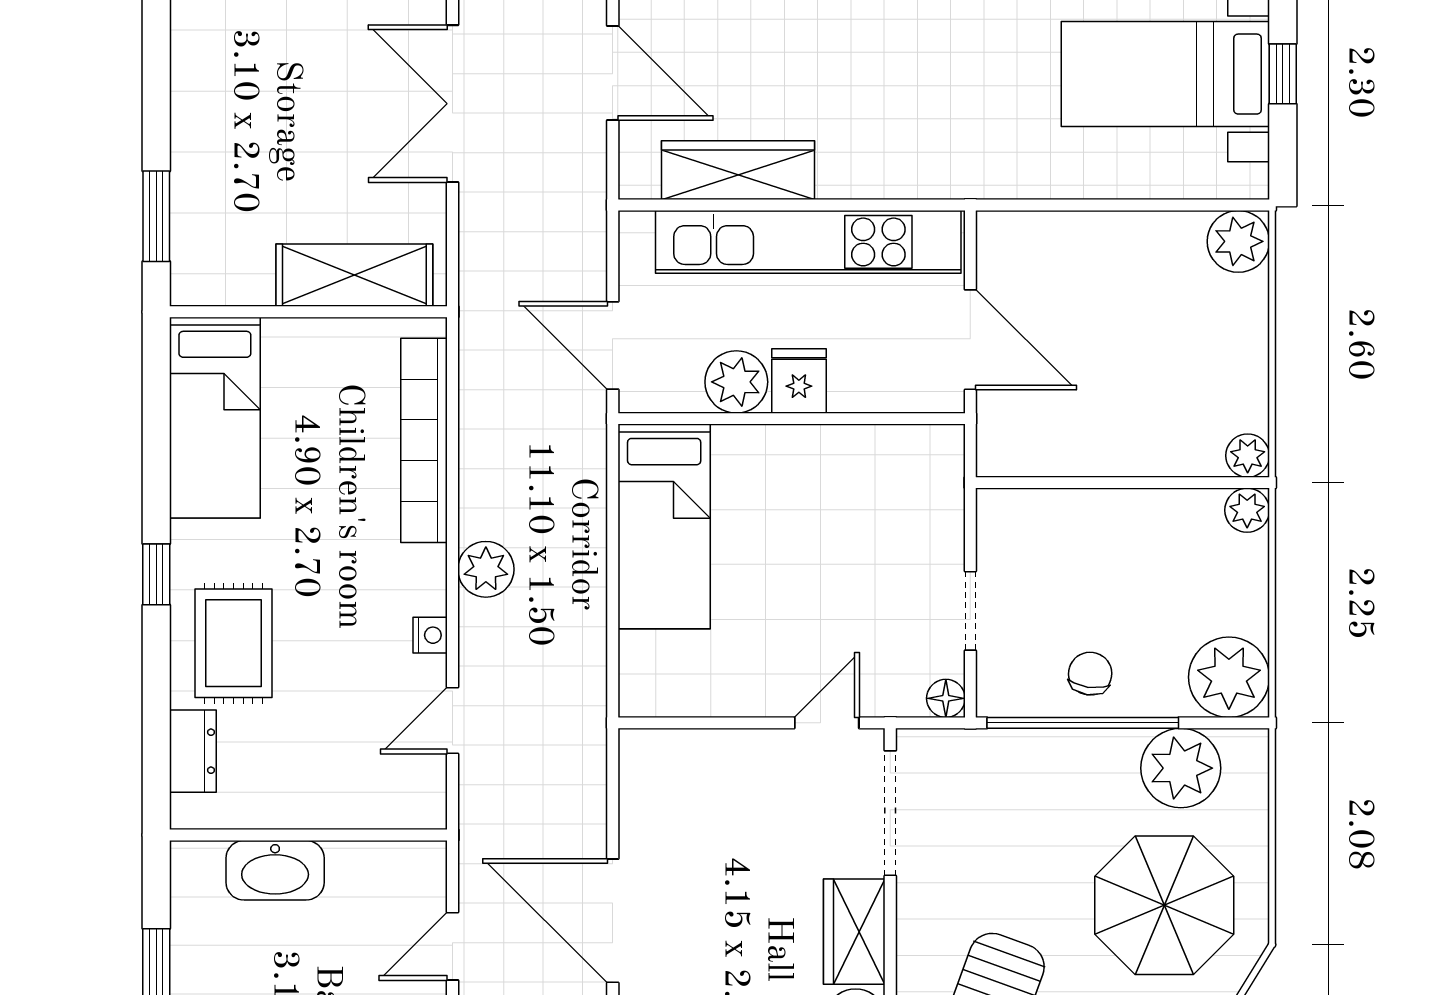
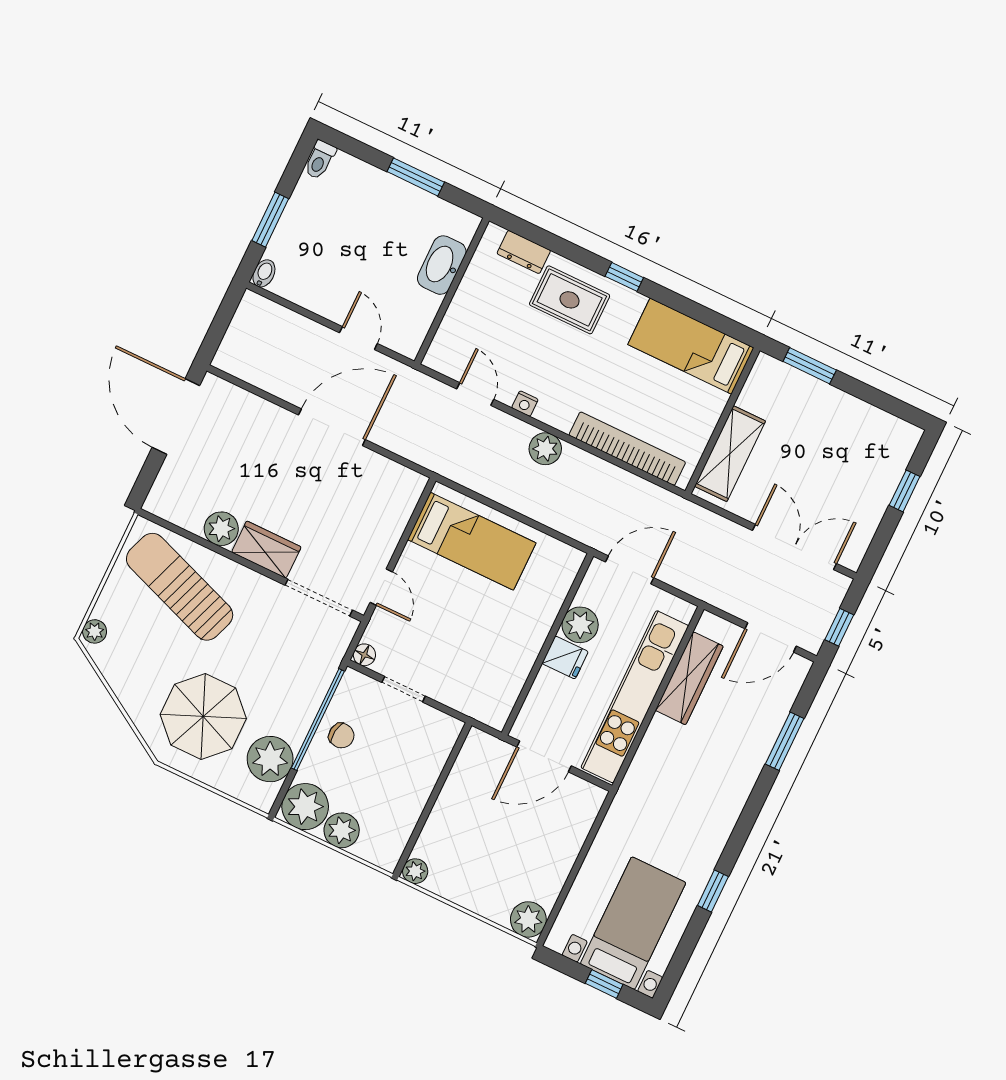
plant: (1247, 510) -> (342, 830), moved, width x1.38, depth x1.38
bed: (664, 526) -> (472, 541), moved, turned 180

